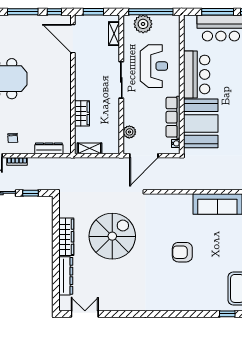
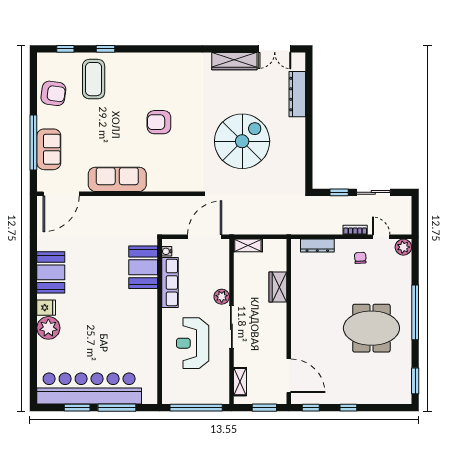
window: (23, 12) -> (348, 408), width x0.46
plant: (143, 24) -> (206, 393), removed
bar counter: (197, 74) -> (142, 333), removed
booth: (201, 123) -> (143, 267), width x0.73, depth x0.70
plant: (129, 132) -> (222, 297), moved
shelving: (89, 148) -> (248, 245), moved
spiral stairs: (112, 236) -> (242, 141), turned 180
wardrobe: (66, 237) -> (234, 61), moved, turned -90
armchair: (182, 252) -> (159, 122), turned 180

